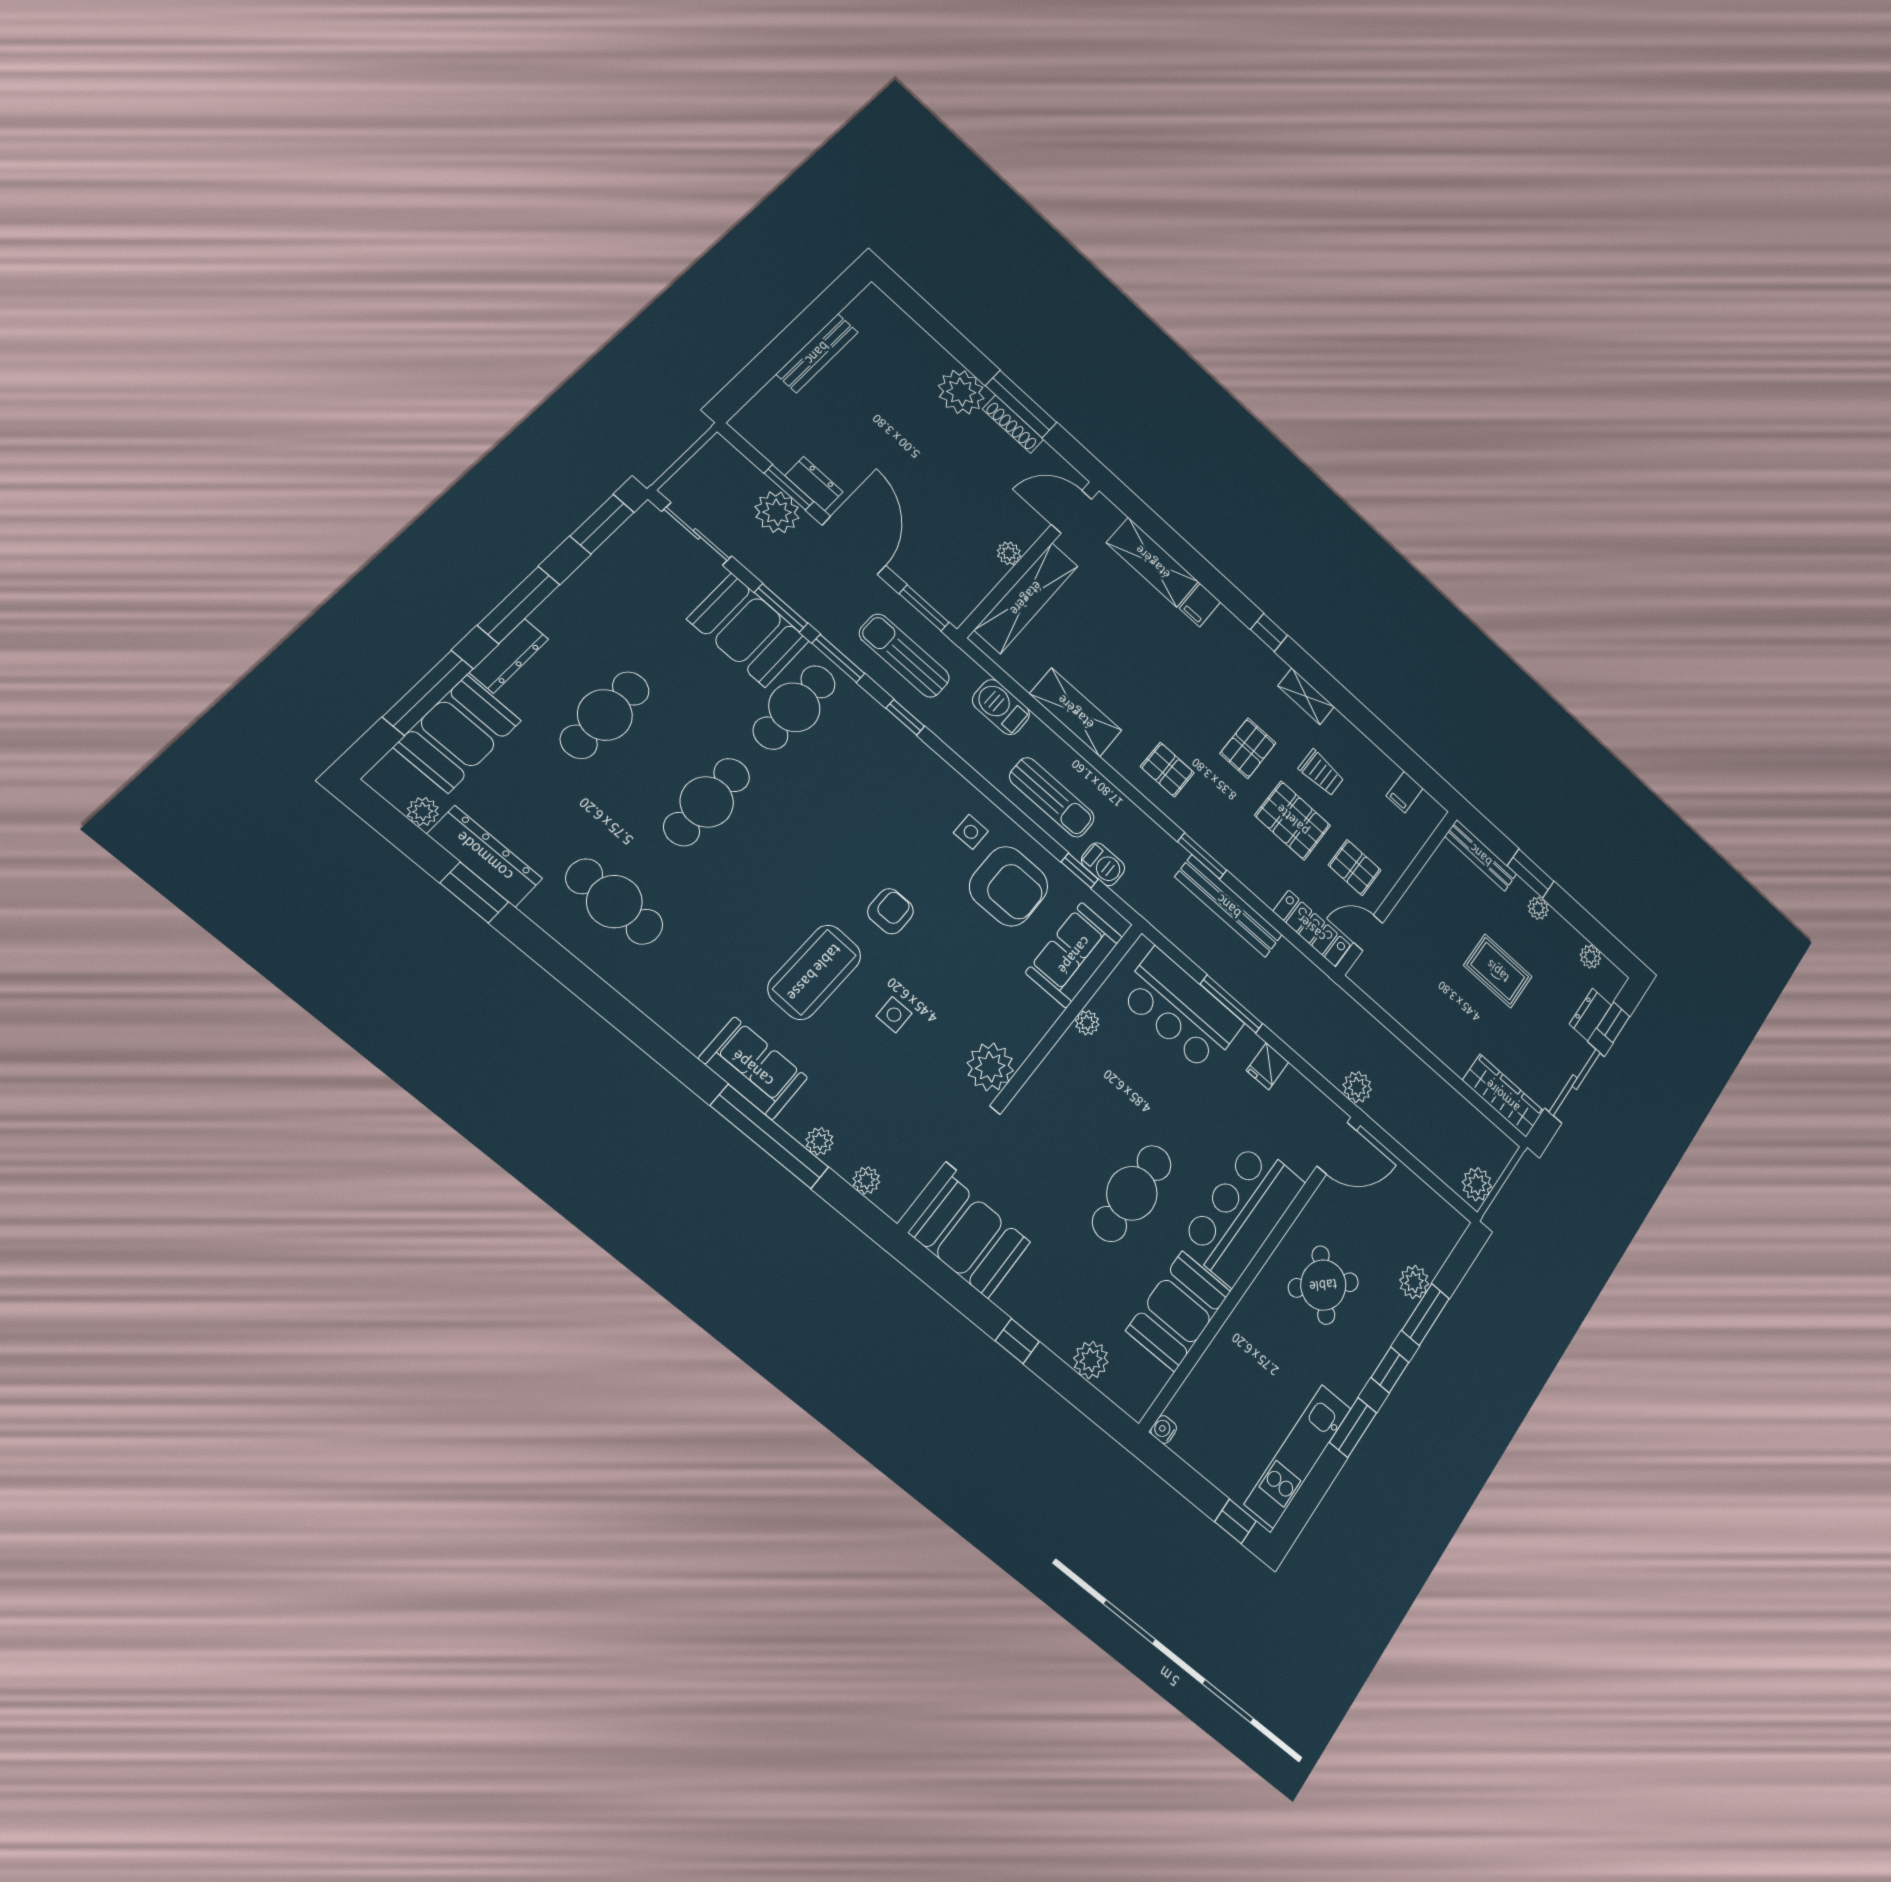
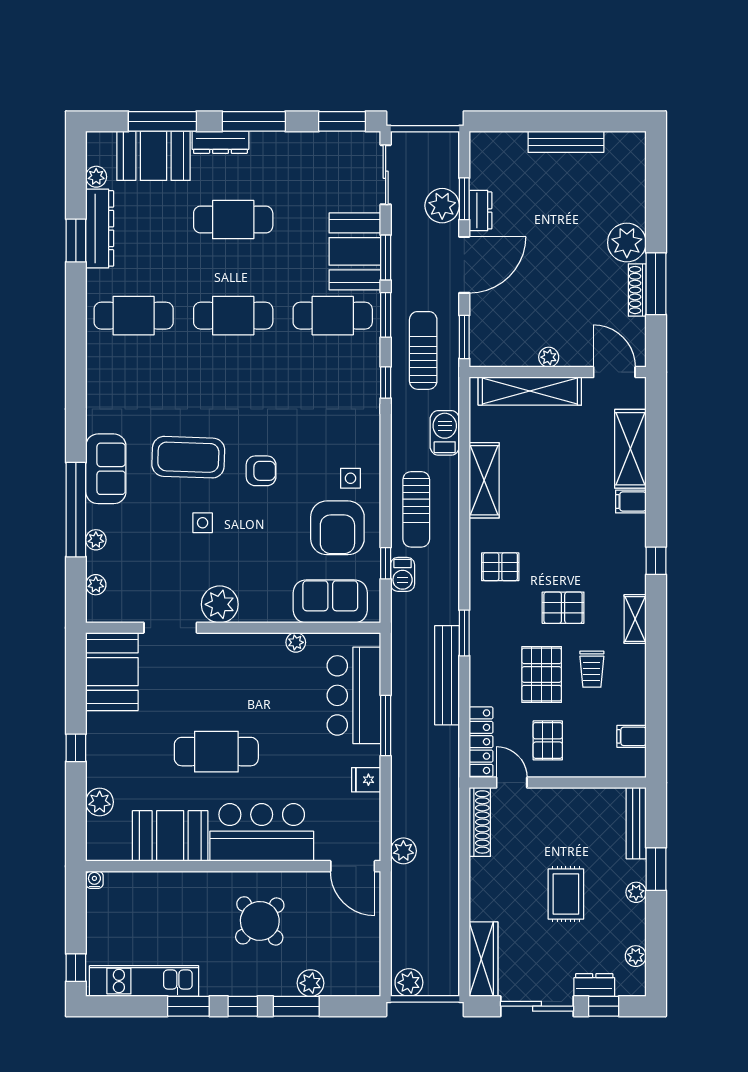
pallet: (1167, 770) -> (500, 567), turned 90
cafe table: (614, 902) -> (134, 316), turned 90
shoe rack: (1382, 993) -> (480, 822), added

